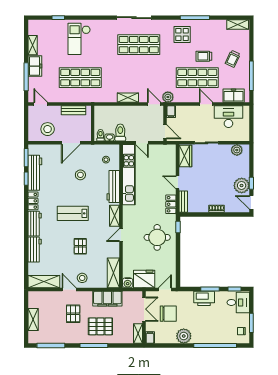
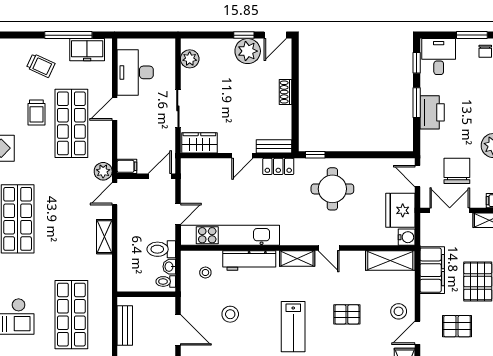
freezer: (234, 96) -> (87, 50), moved, turned -90

